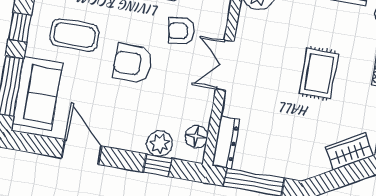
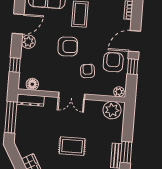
armchair: (133, 64) -> (68, 46), turned 87
double door: (225, 65) -> (72, 96), swing flipped
plant: (160, 144) -> (28, 42), moved

